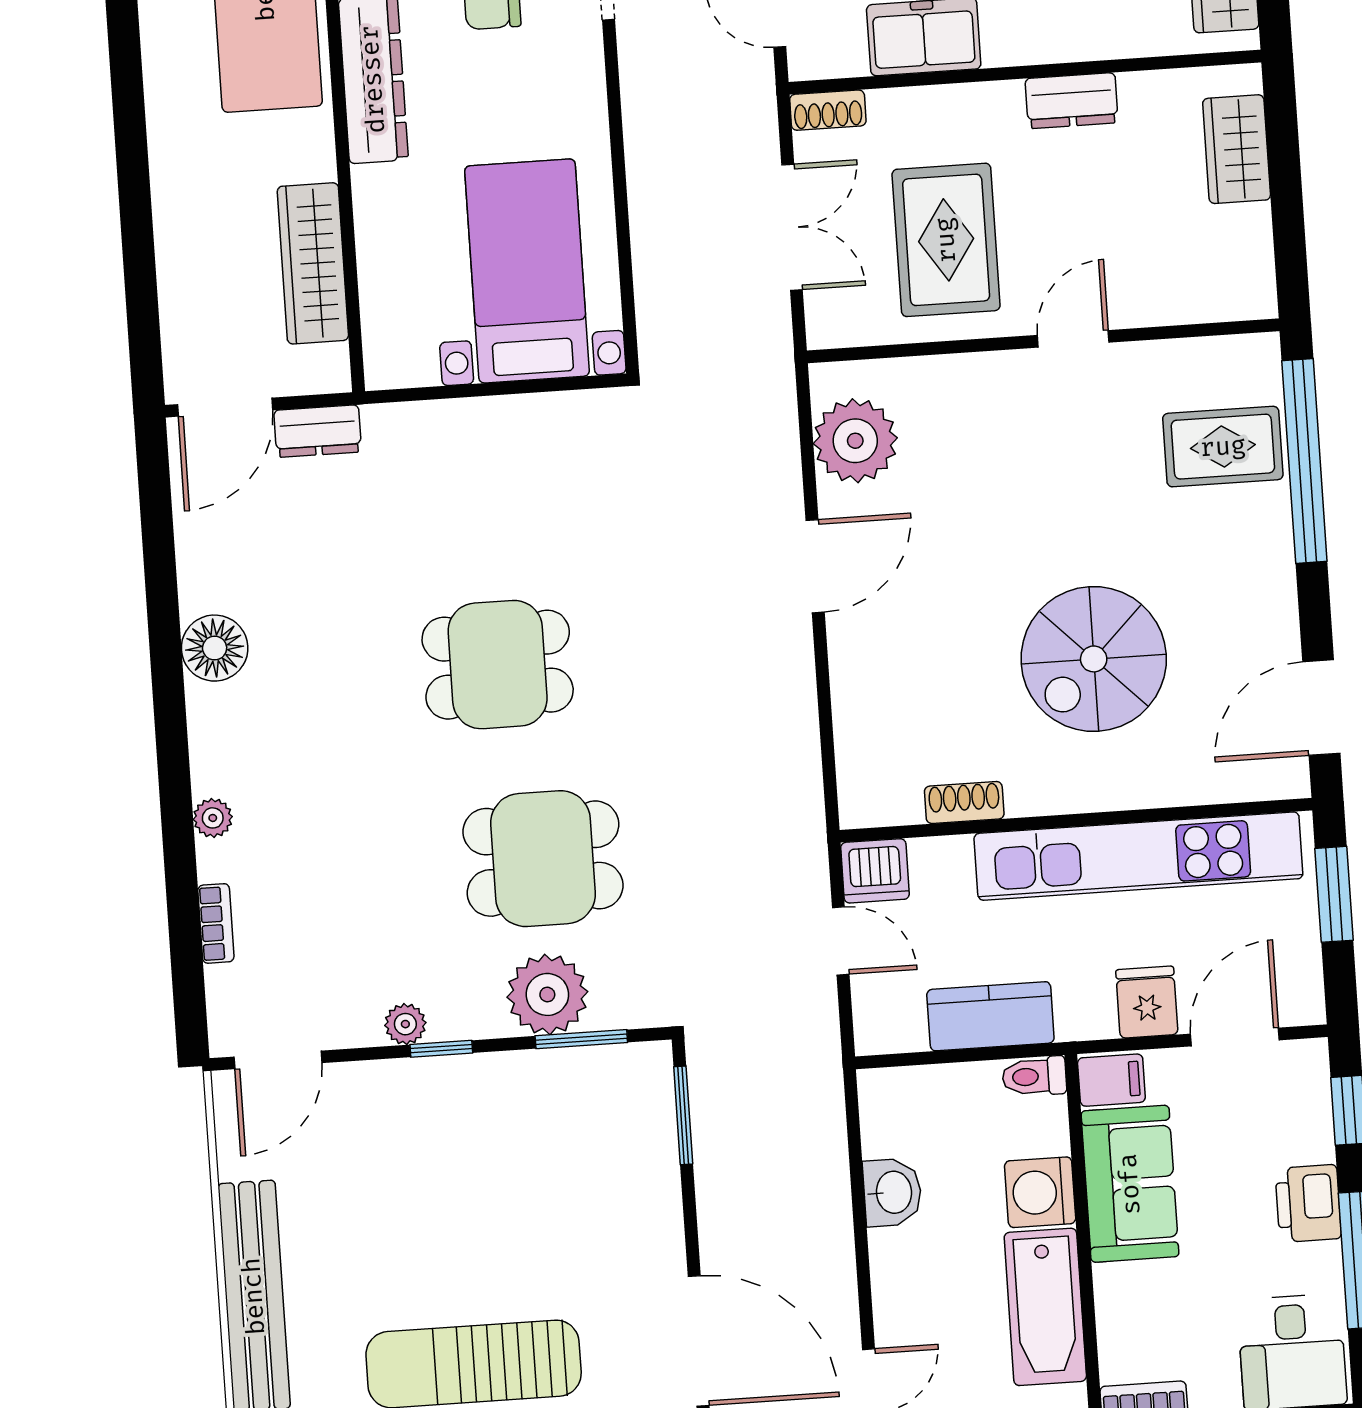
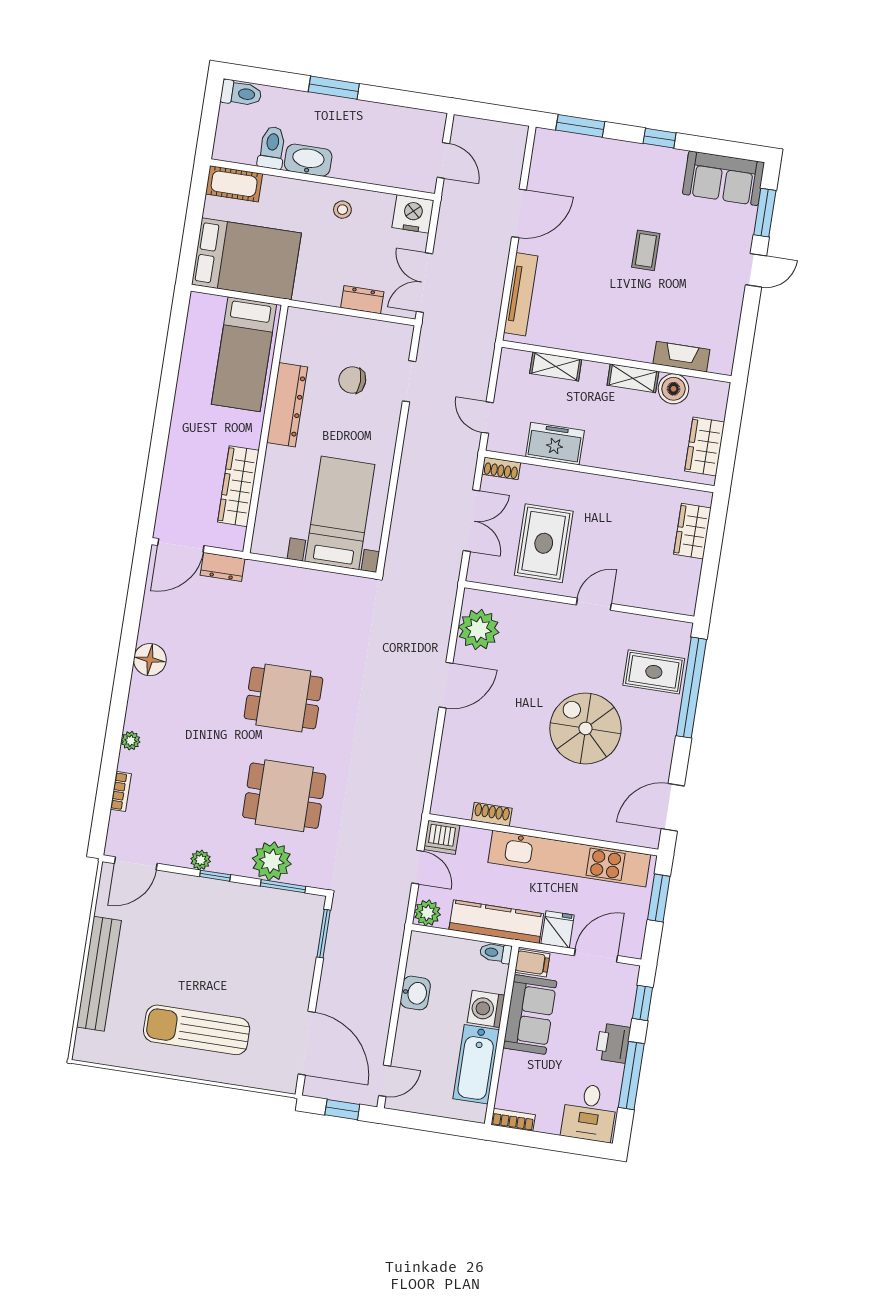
dresser: (1072, 101) -> (619, 490), removed
spiral stairs: (1094, 659) -> (586, 728), moved, turned 90
kitchen counter: (990, 1016) -> (496, 922), width x1.50
plant: (880, 1027) -> (427, 913), added

